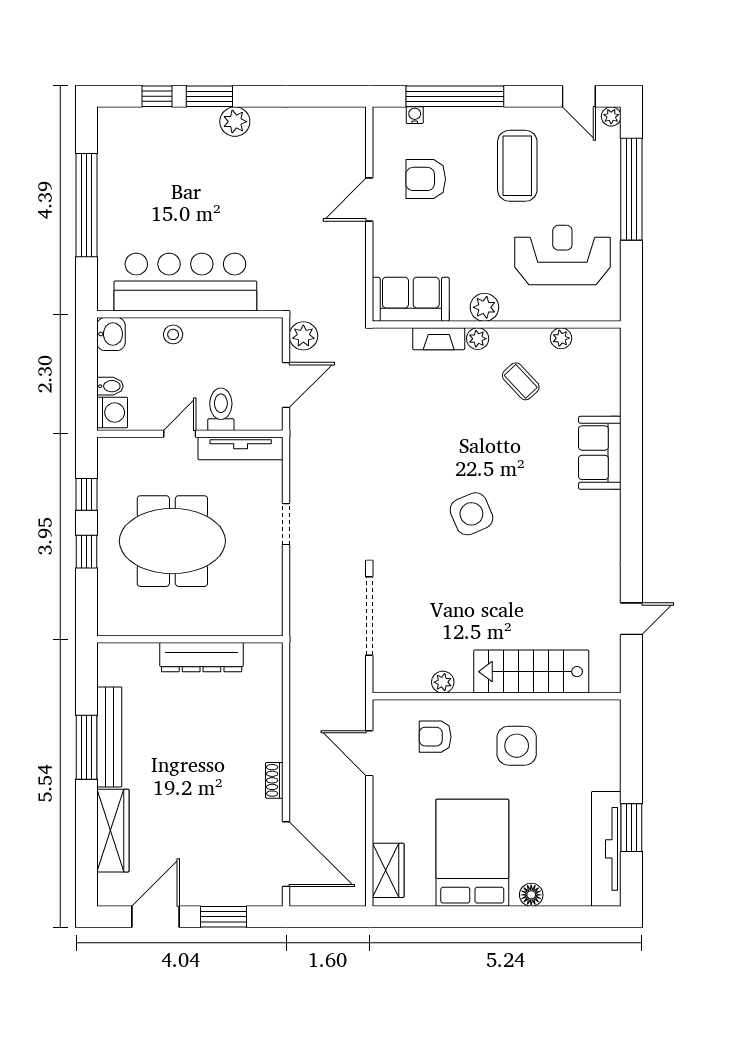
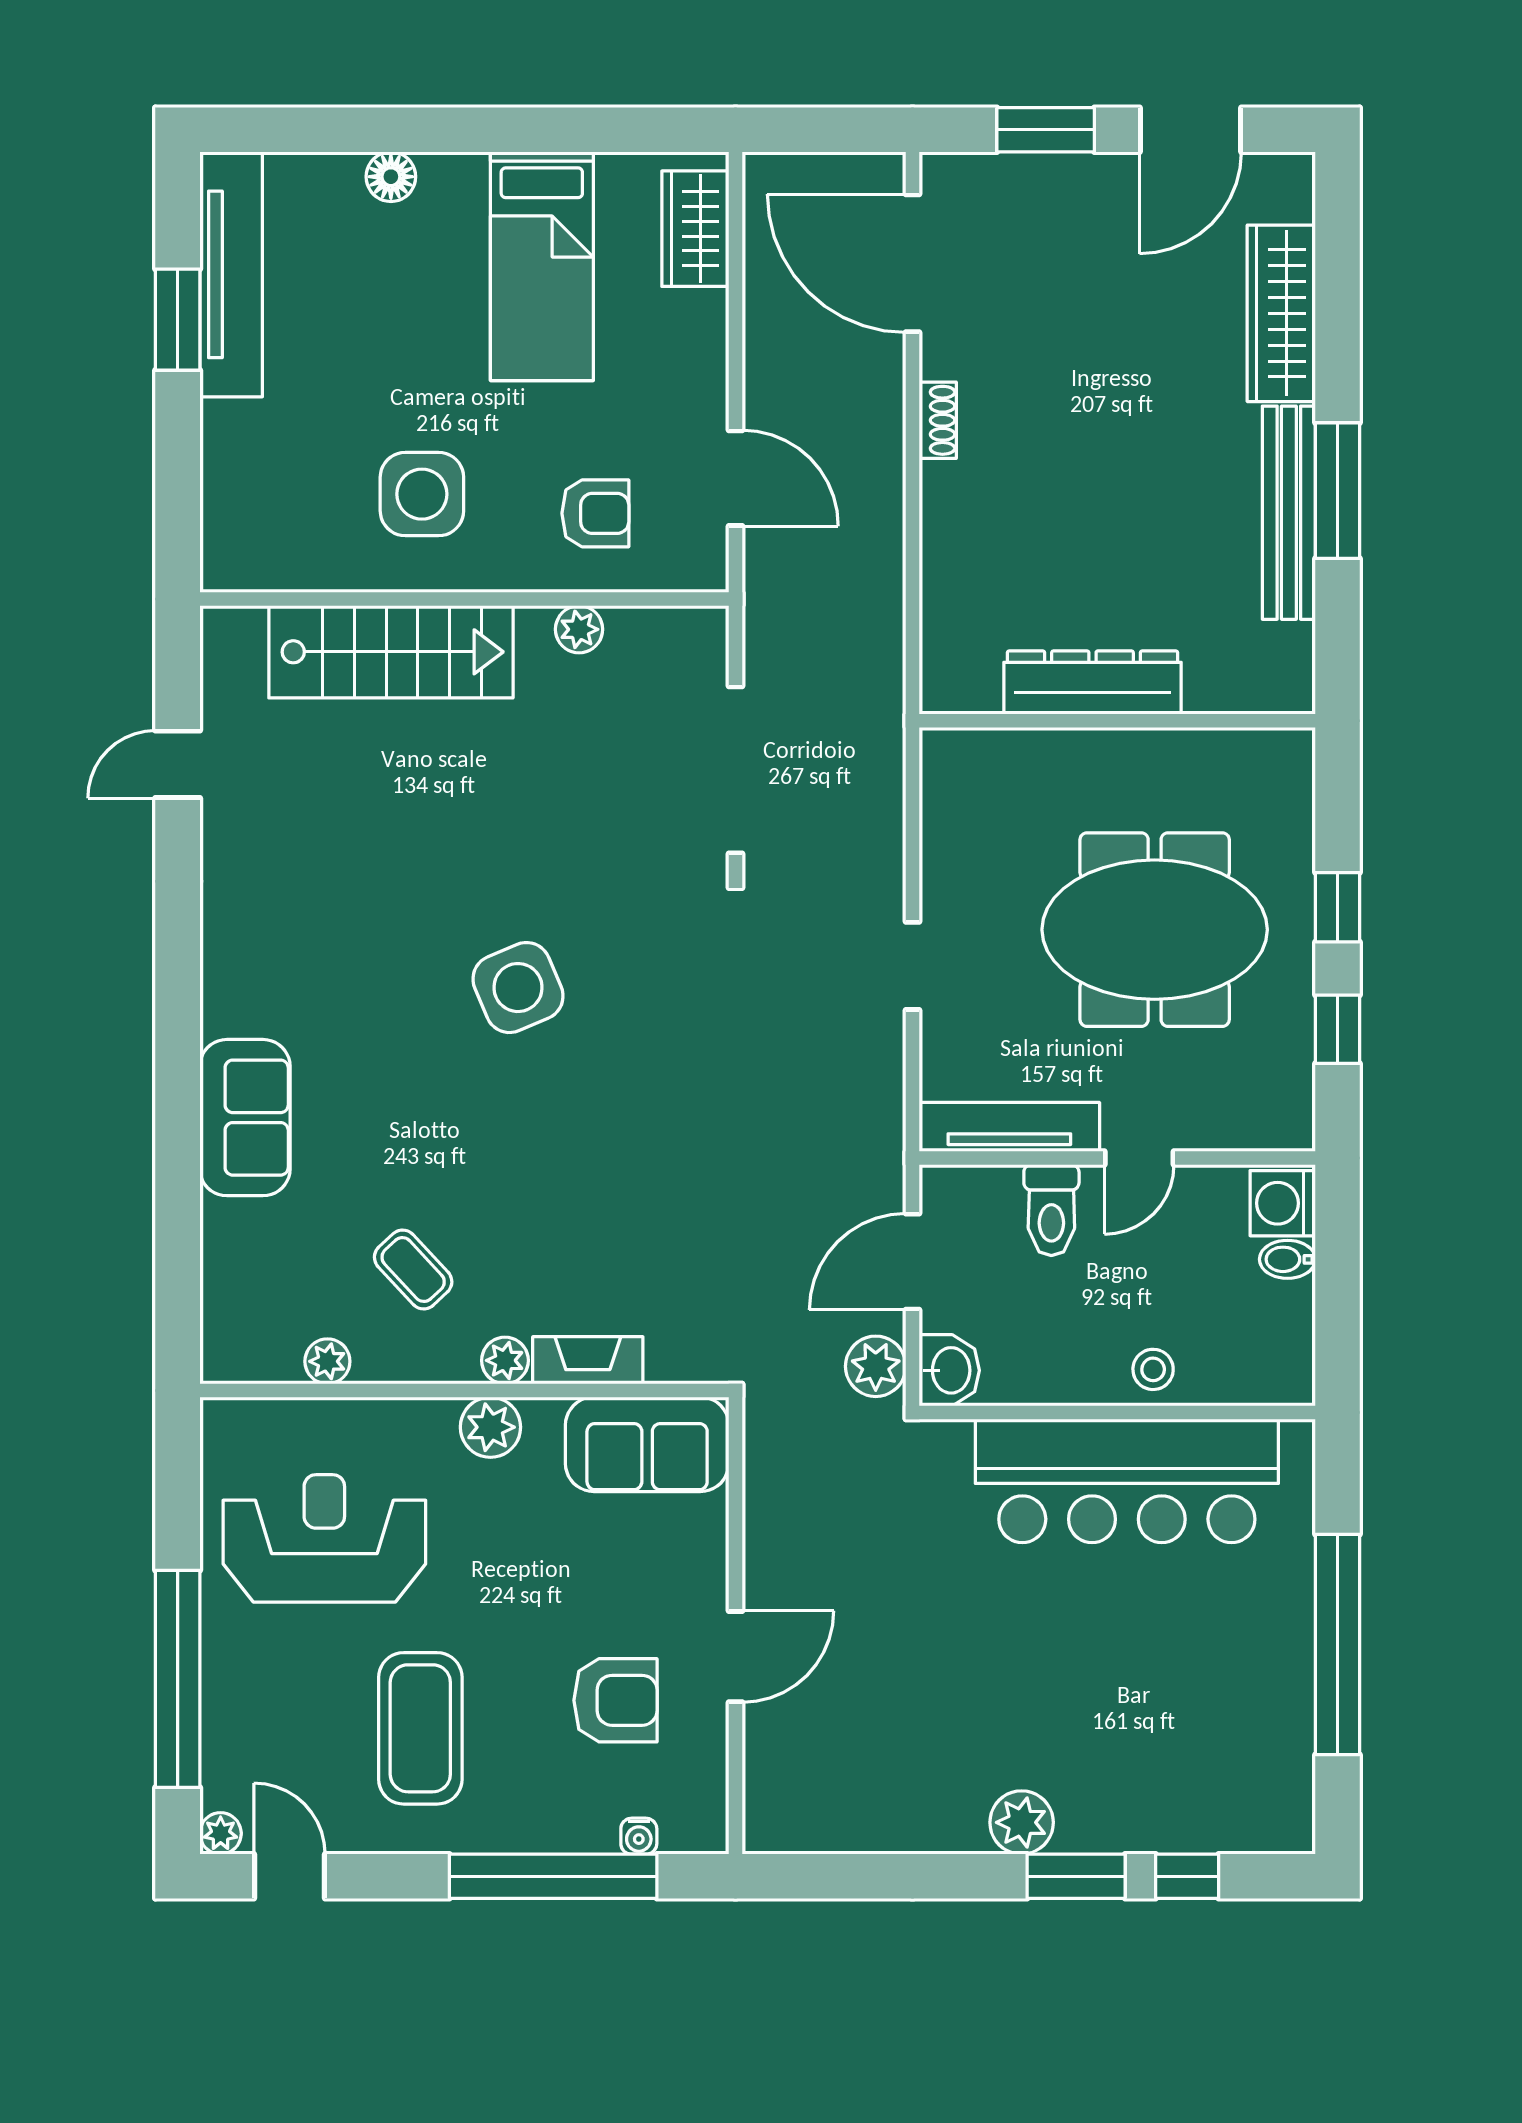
reception desk: (562, 255) -> (324, 1538), turned 180
washbasin: (111, 334) -> (949, 1370), moved, turned 180
bed: (472, 853) -> (542, 266), width x0.67

